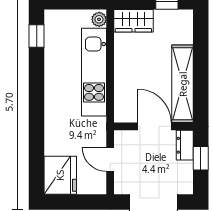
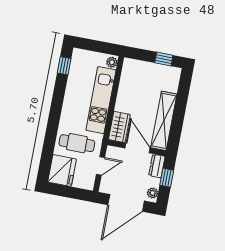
wardrobe: (133, 21) -> (119, 127), moved, turned -90
cafe table: (73, 135) -> (77, 143), added
door: (110, 159) -> (101, 166), swing flipped
plant: (186, 182) -> (153, 193), added

